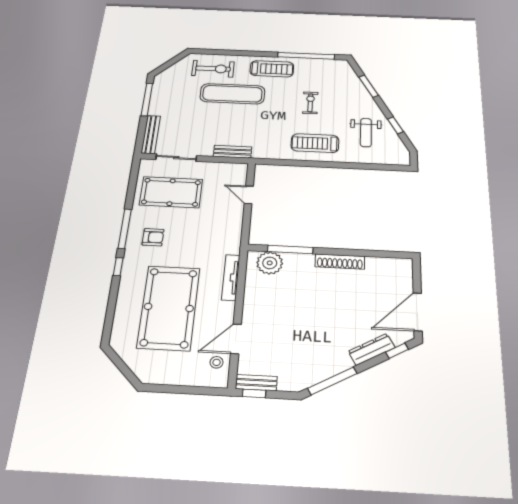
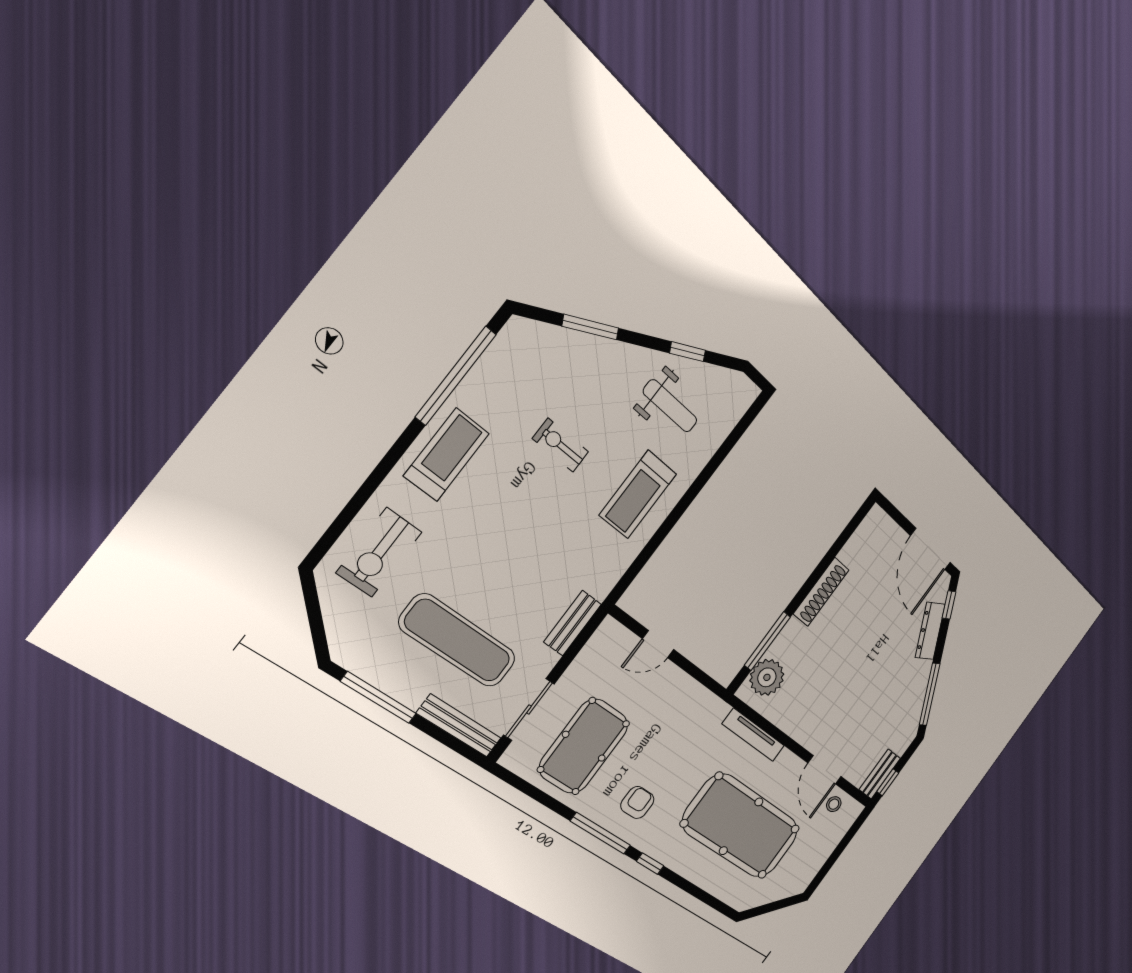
exercise bike: (213, 69) -> (379, 552), turned 180
exercise mat: (232, 94) -> (458, 641), moved, turned 90

